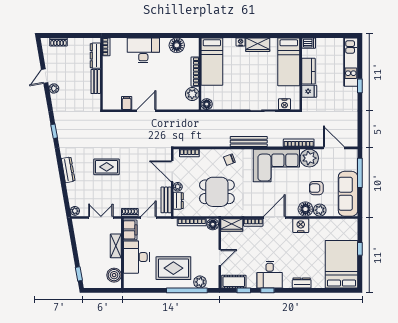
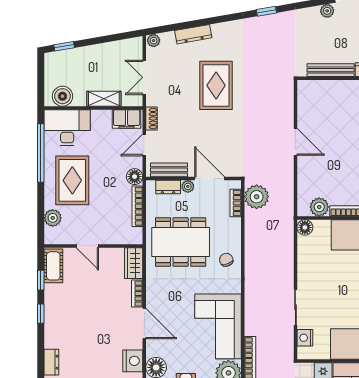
bench: (96, 82) -> (331, 70), width x1.36
filing cabinet: (127, 103) -> (306, 114), removed
plant: (185, 138) -> (257, 197), added
bench: (249, 142) -> (252, 287), removed
rug: (107, 167) -> (216, 85), width x1.36, depth x1.43
dresser: (68, 170) -> (193, 34), moved
door: (172, 171) -> (210, 179), hinge flipped
dining table: (217, 192) -> (181, 242), width x1.38
double door: (101, 217) -> (144, 77), swing flipped
door: (149, 217) -> (144, 145), swing flipped
floor lamp: (213, 224) -> (135, 177), moved
desk: (136, 257) -> (67, 128), moved
desk: (270, 275) -> (63, 317), removed
window: (187, 290) -> (41, 153), moved

